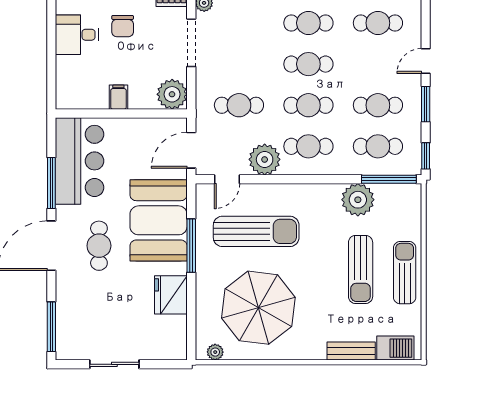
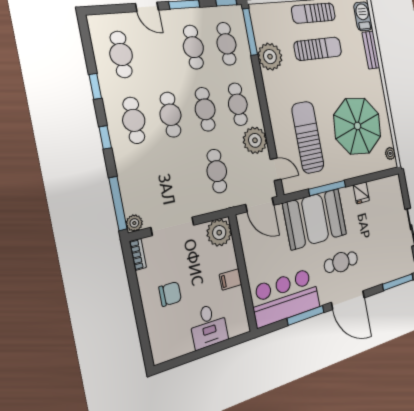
desk: (77, 35) -> (209, 326), moved
fridge: (171, 295) -> (361, 193), width x0.53, depth x0.75

